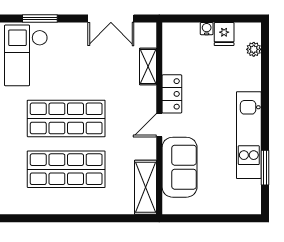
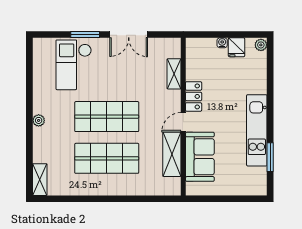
double door: (111, 19) -> (129, 35), moved
plant: (254, 49) -> (261, 45), moved
shelving: (145, 187) -> (172, 154), moved

